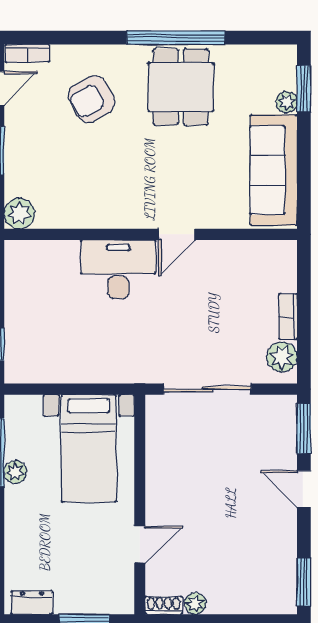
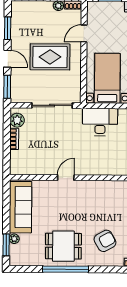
dining table: (181, 87) -> (63, 246), turned 90
desk: (118, 269) -> (100, 122), moved, turned 180
rug: (212, 493) -> (50, 57), added
window: (304, 582) -> (8, 28), moved

